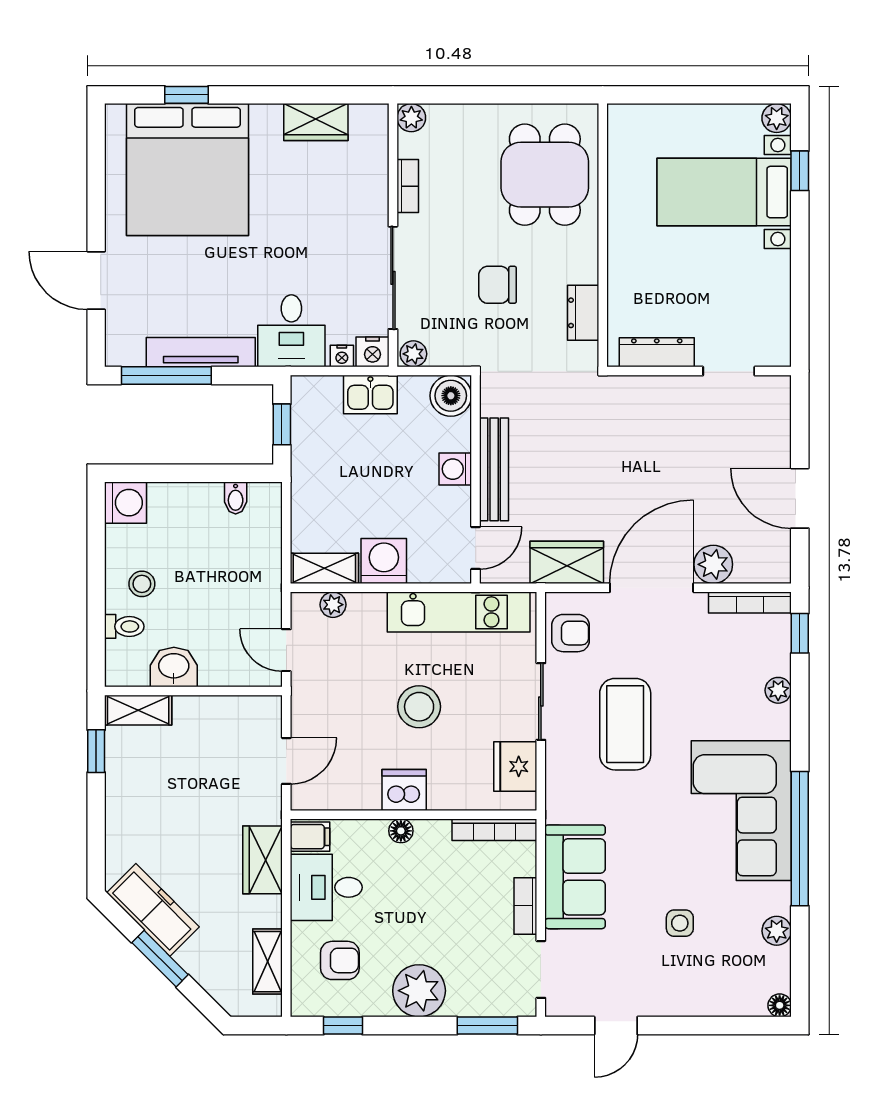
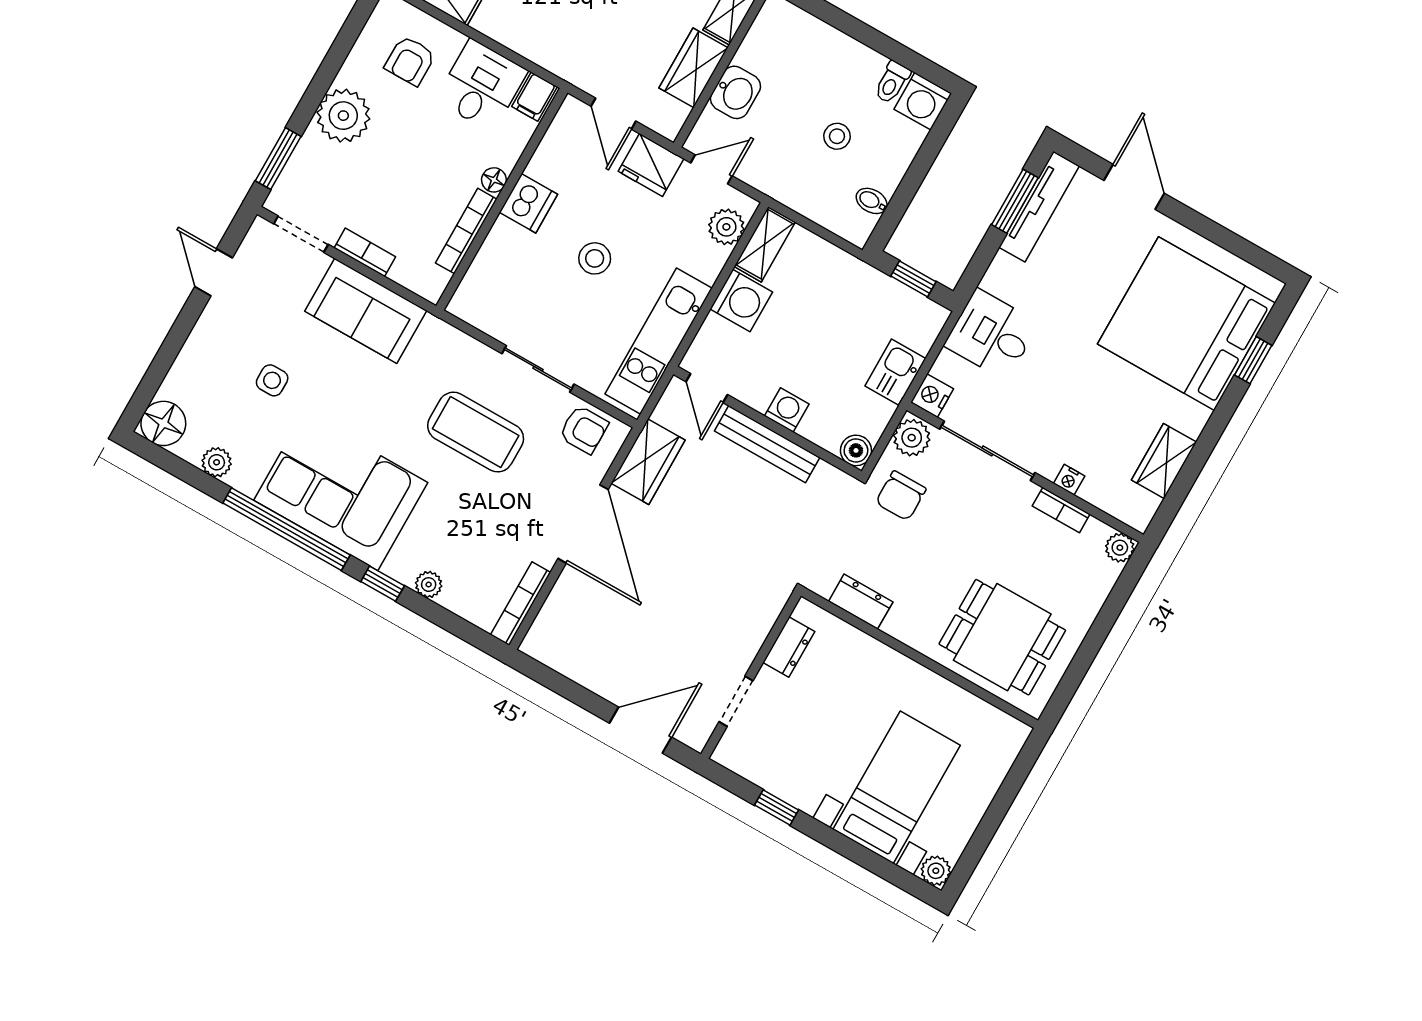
window: (800, 171) -> (777, 807), moved
door: (96, 281) -> (1134, 187), hinge flipped
chair: (498, 285) -> (901, 496), moved, turned 180
tv unit: (201, 352) -> (1039, 207), moved
dresser: (657, 352) -> (789, 647), width x0.70
plant: (413, 354) -> (912, 438), width x1.38, depth x1.38
nightstand: (342, 356) -> (1069, 480), moved, turned -90
window: (166, 376) -> (1015, 201), width x0.69
boiler: (451, 396) -> (856, 450), width x0.73, depth x0.73
door: (800, 498) -> (640, 730), moved
plant: (713, 564) -> (573, 590), removed
stool: (142, 584) -> (837, 136), moved
plant: (333, 605) -> (726, 227), width x1.38, depth x1.38
toilet: (124, 626) -> (892, 82), moved
armchair: (571, 633) -> (584, 429), turned -90
window: (800, 633) -> (383, 584), moved
washbasin: (174, 667) -> (735, 92), moved
stool: (419, 707) -> (595, 258), width x0.73, depth x0.73
fridge: (515, 766) -> (651, 165), moved, turned 180
bookcase: (494, 830) -> (466, 231), moved
wardrobe: (262, 860) -> (694, 68), moved, turned -90
floor lamp: (780, 1005) -> (163, 423), width x1.89, depth x1.89
window: (343, 1026) -> (351, 31), removed

